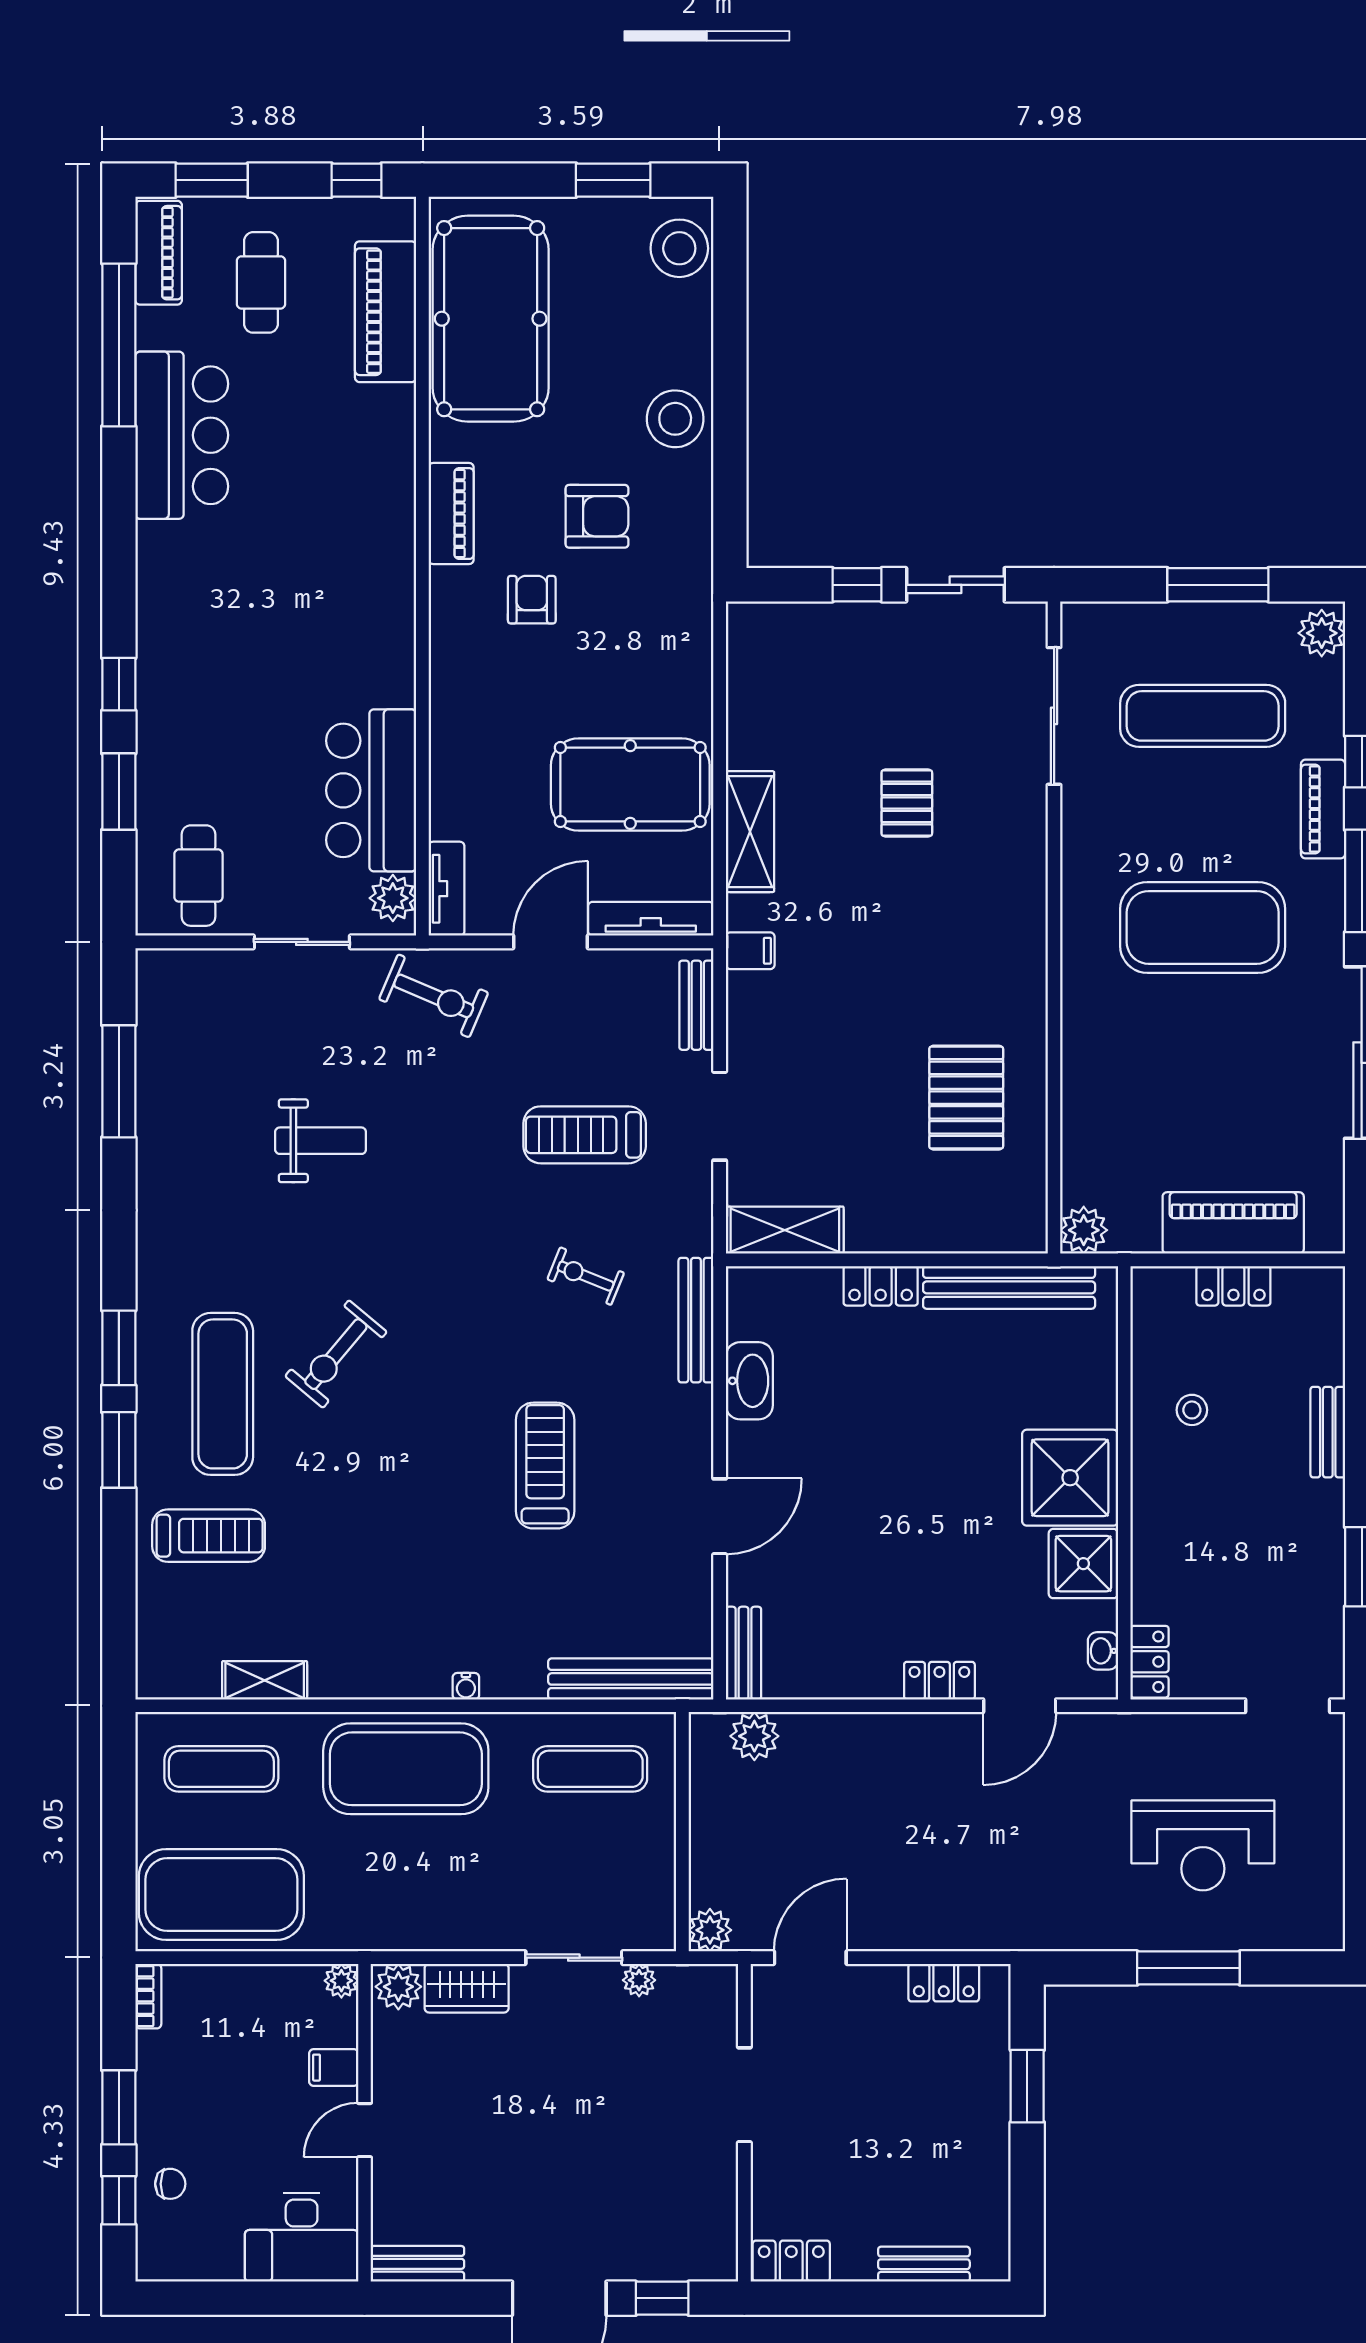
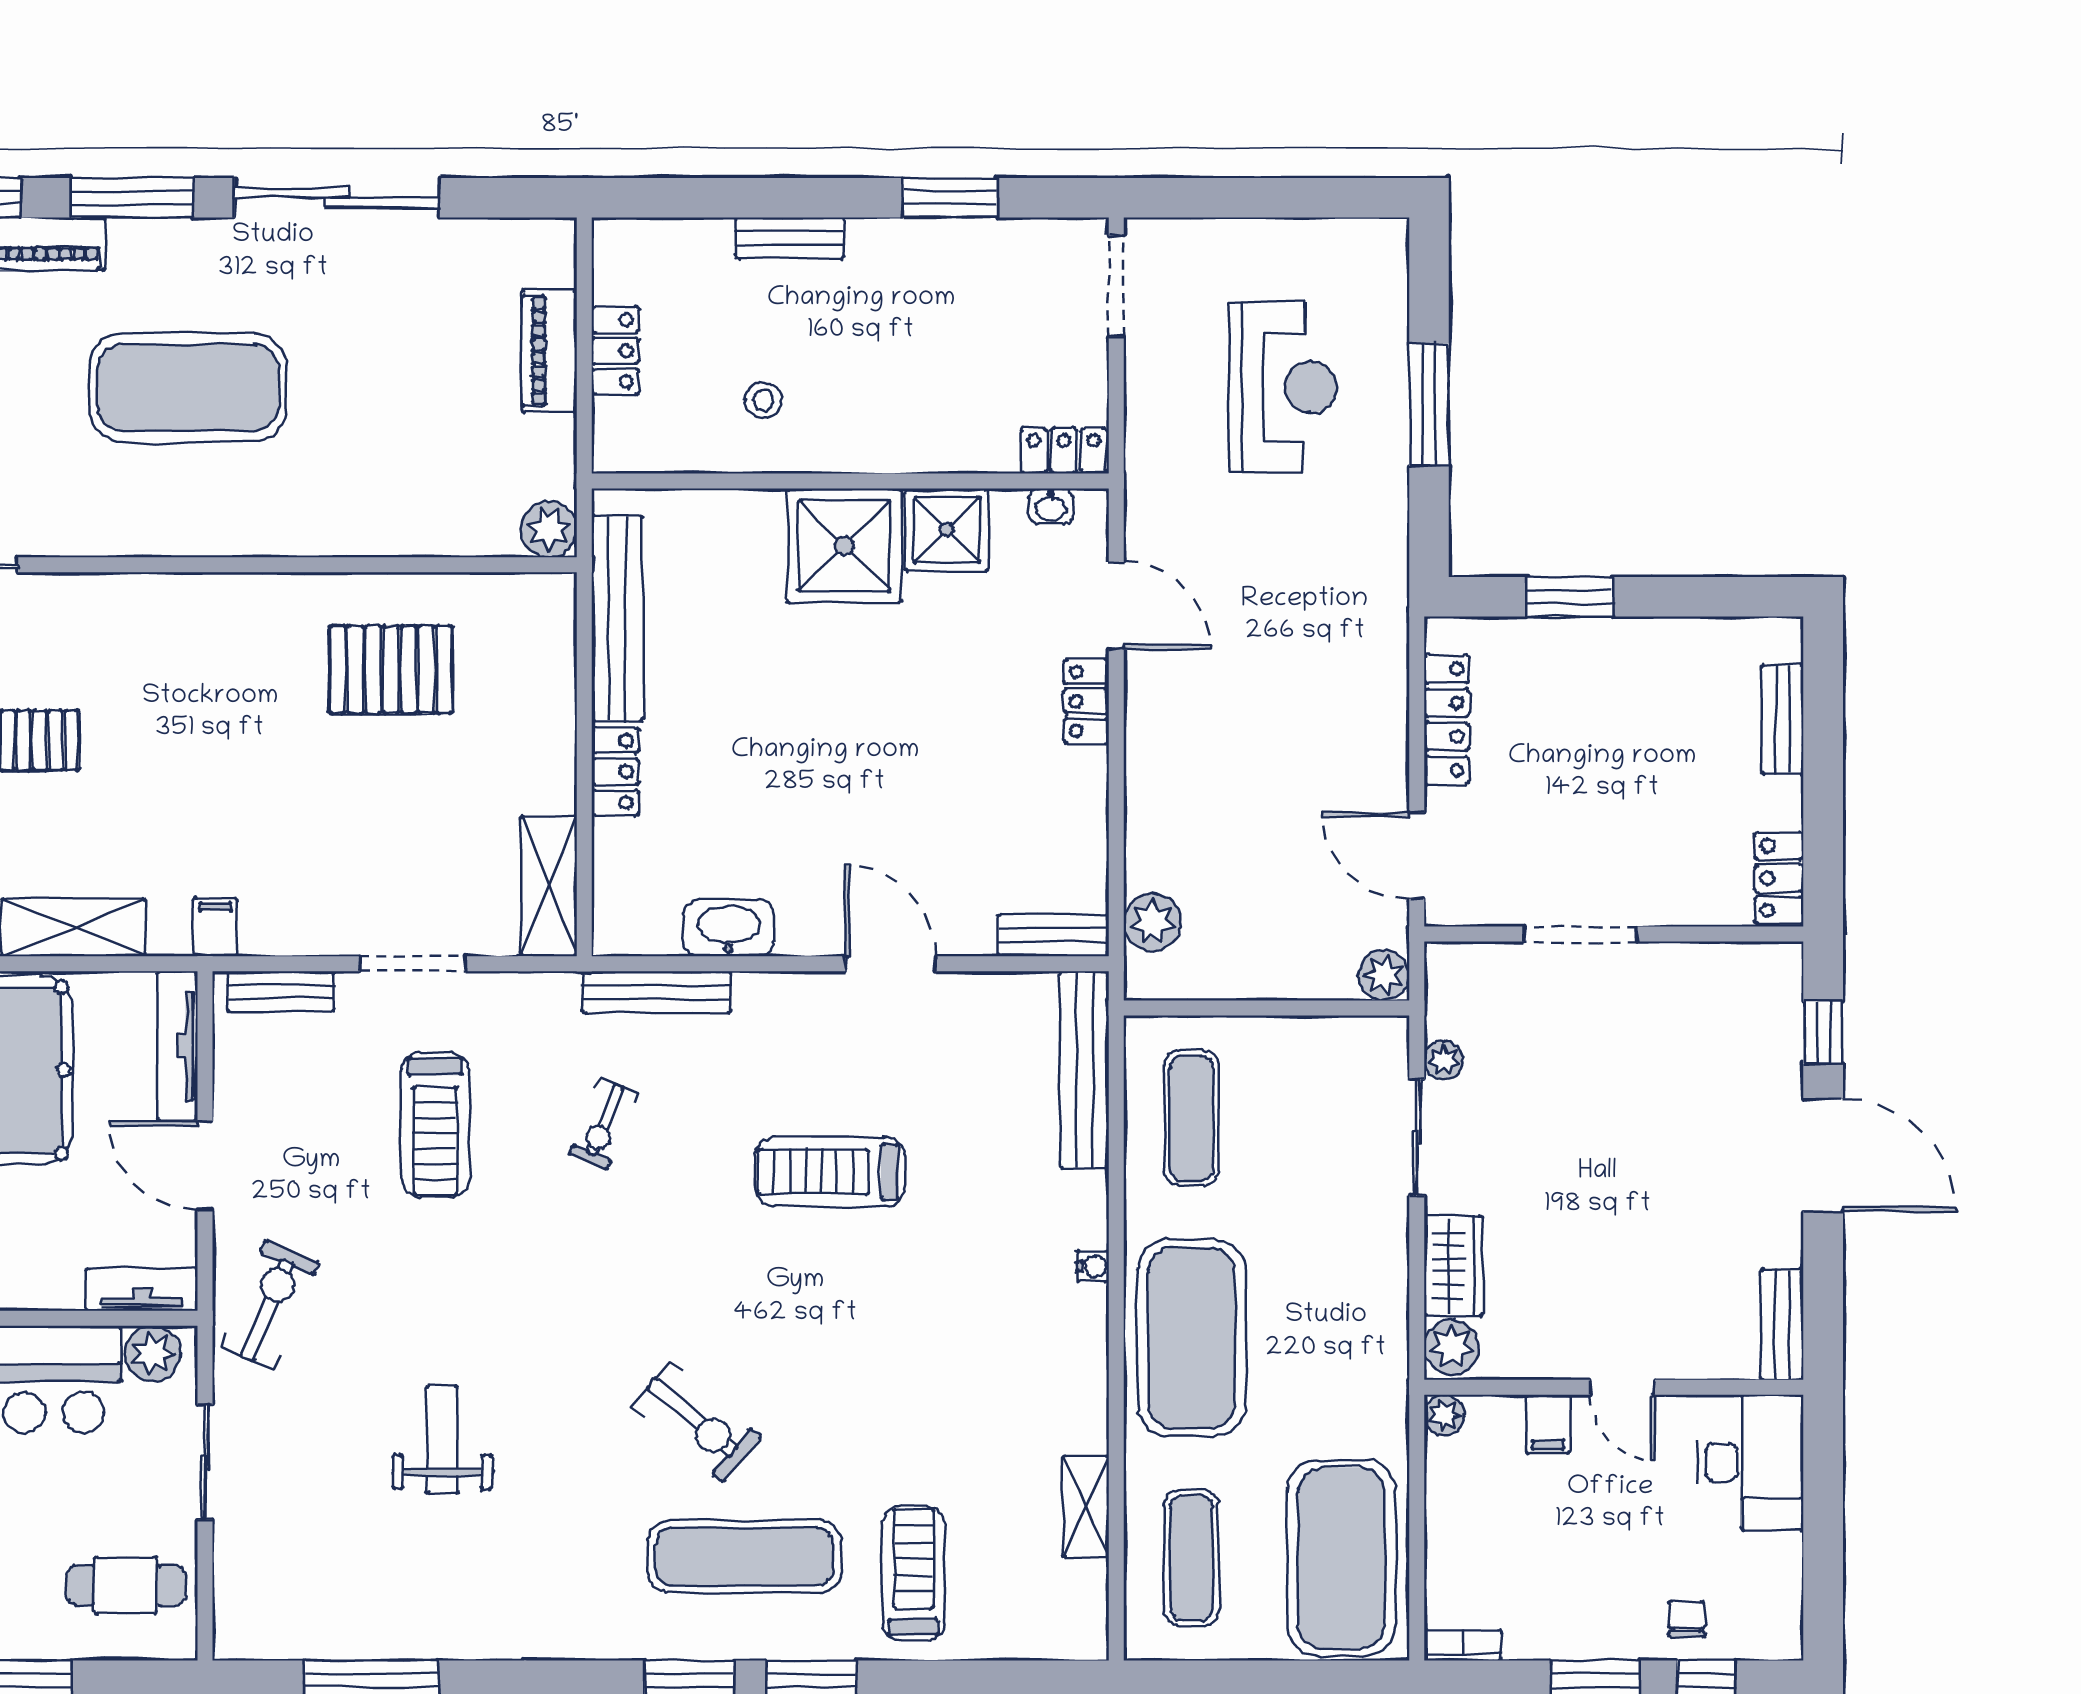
exercise mat: (1203, 927) -> (188, 387), turned 90
piano: (1233, 1223) -> (549, 351), width x0.73, depth x0.75
locker: (944, 1983) -> (1447, 720), width x1.53

